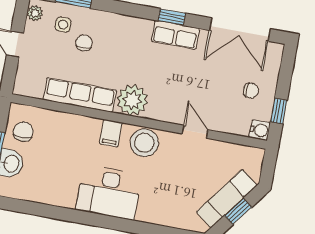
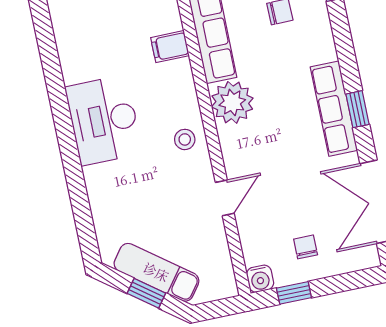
row of seats: (175, 35) -> (334, 109), width x1.48
chair: (251, 90) -> (306, 247), turned 180
filing cabinet: (111, 133) -> (170, 47), moved
stool: (144, 143) -> (185, 139), width x0.53, depth x0.53

